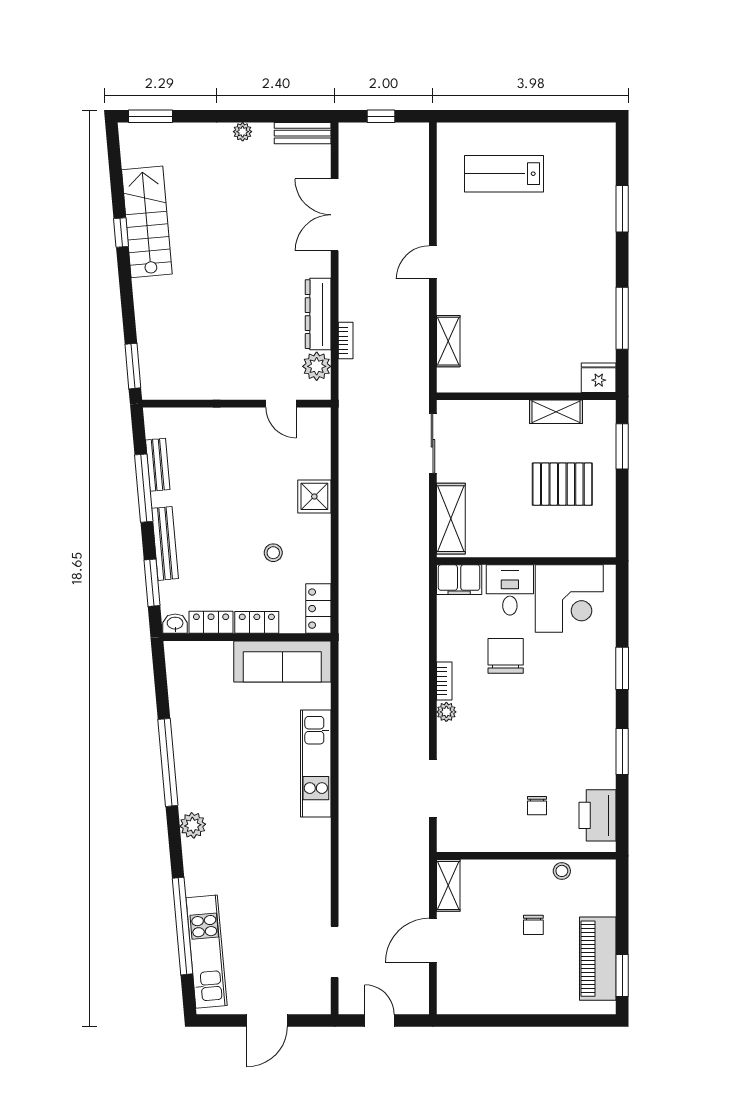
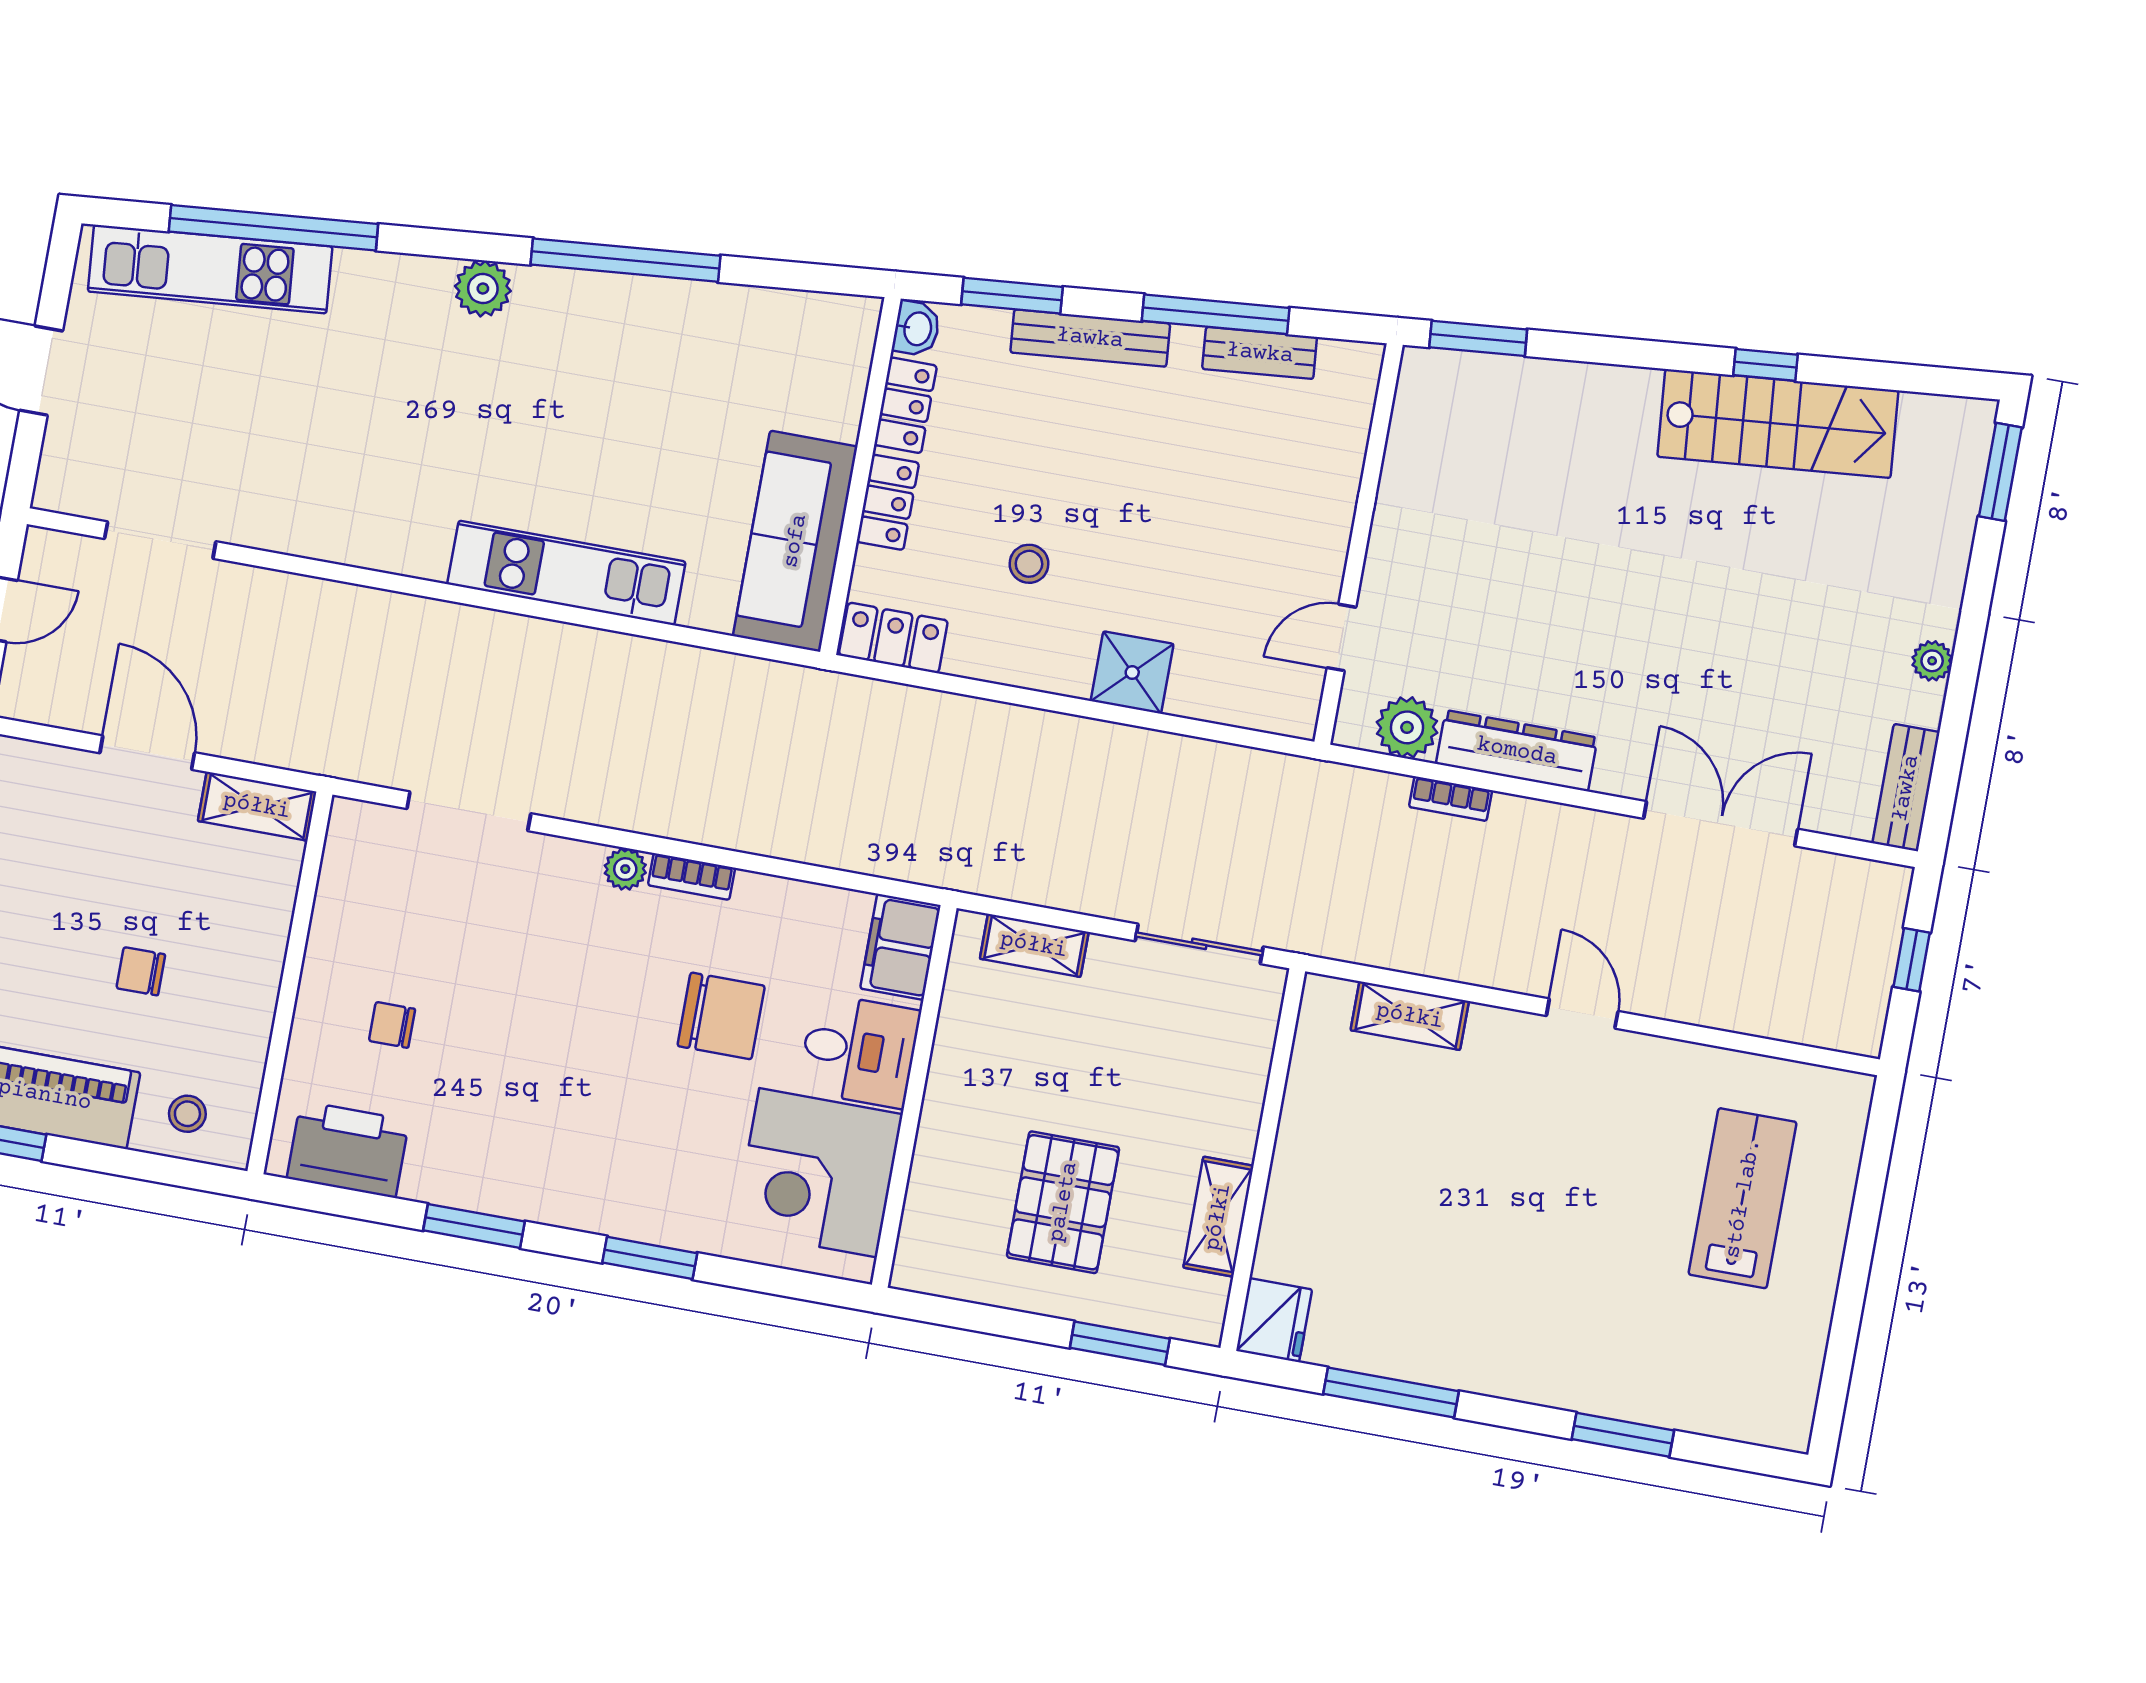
shelving: (451, 519) -> (1034, 945), width x0.67, depth x0.75
stool: (562, 871) -> (187, 1114), moved

